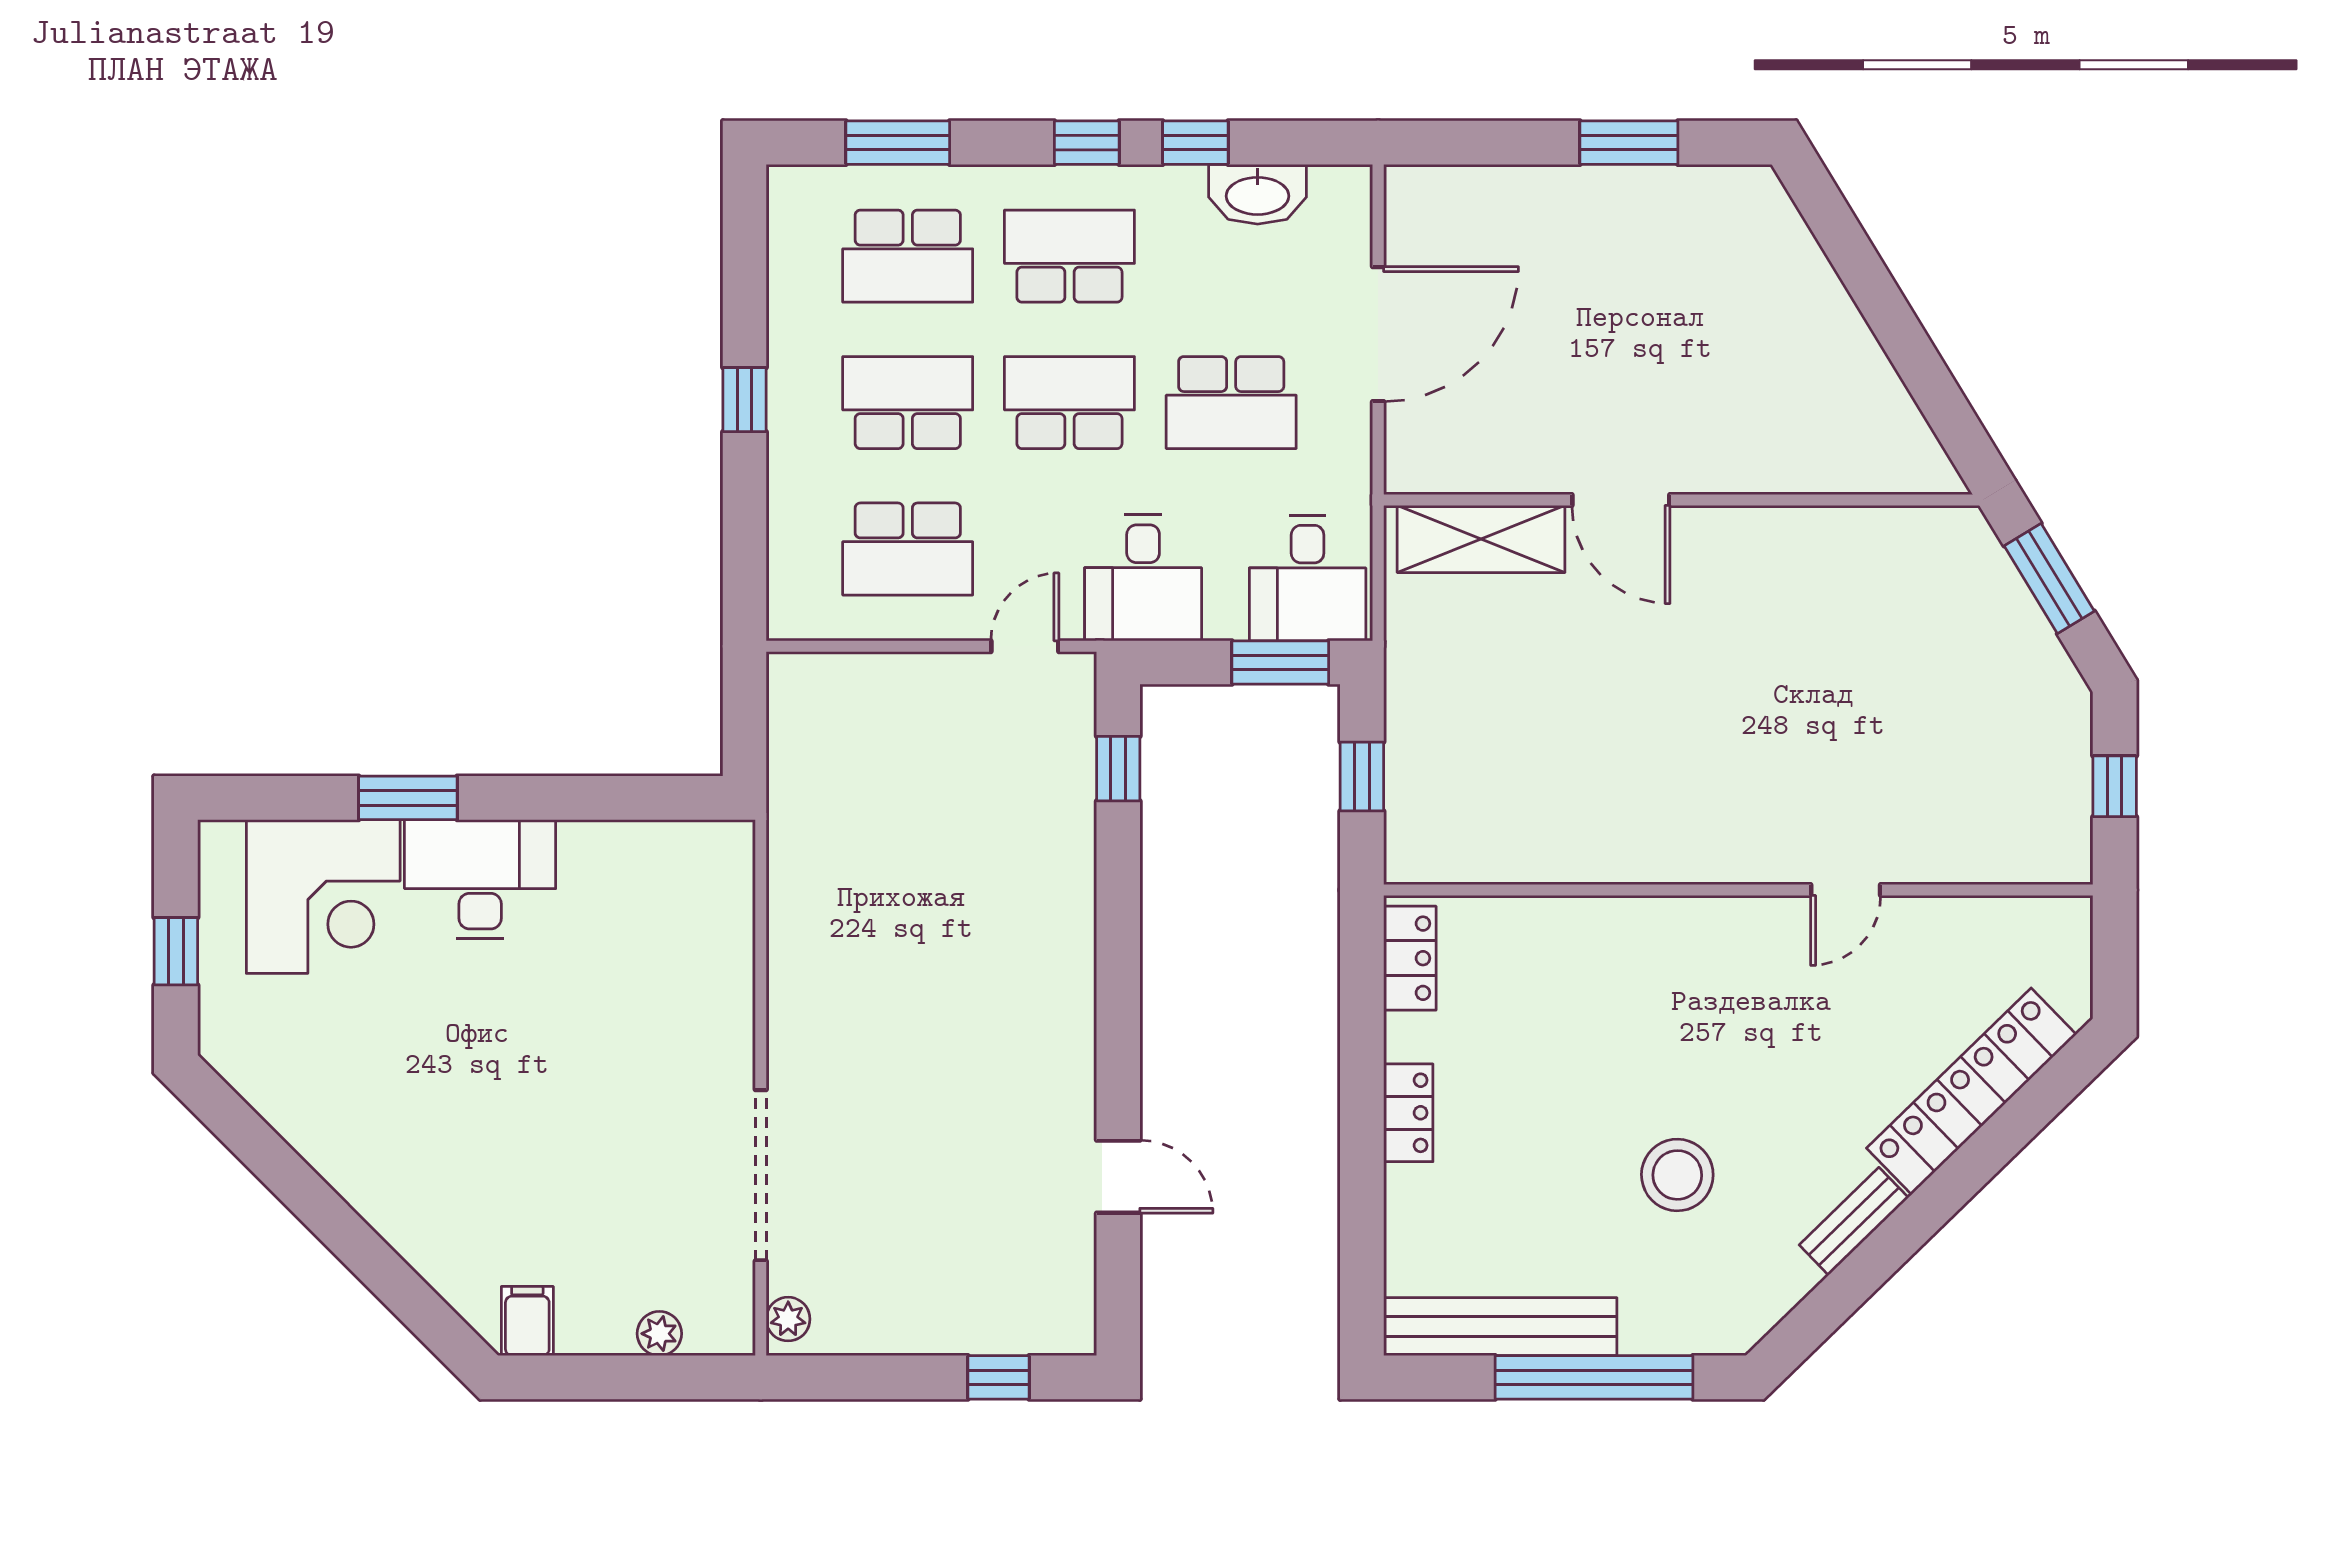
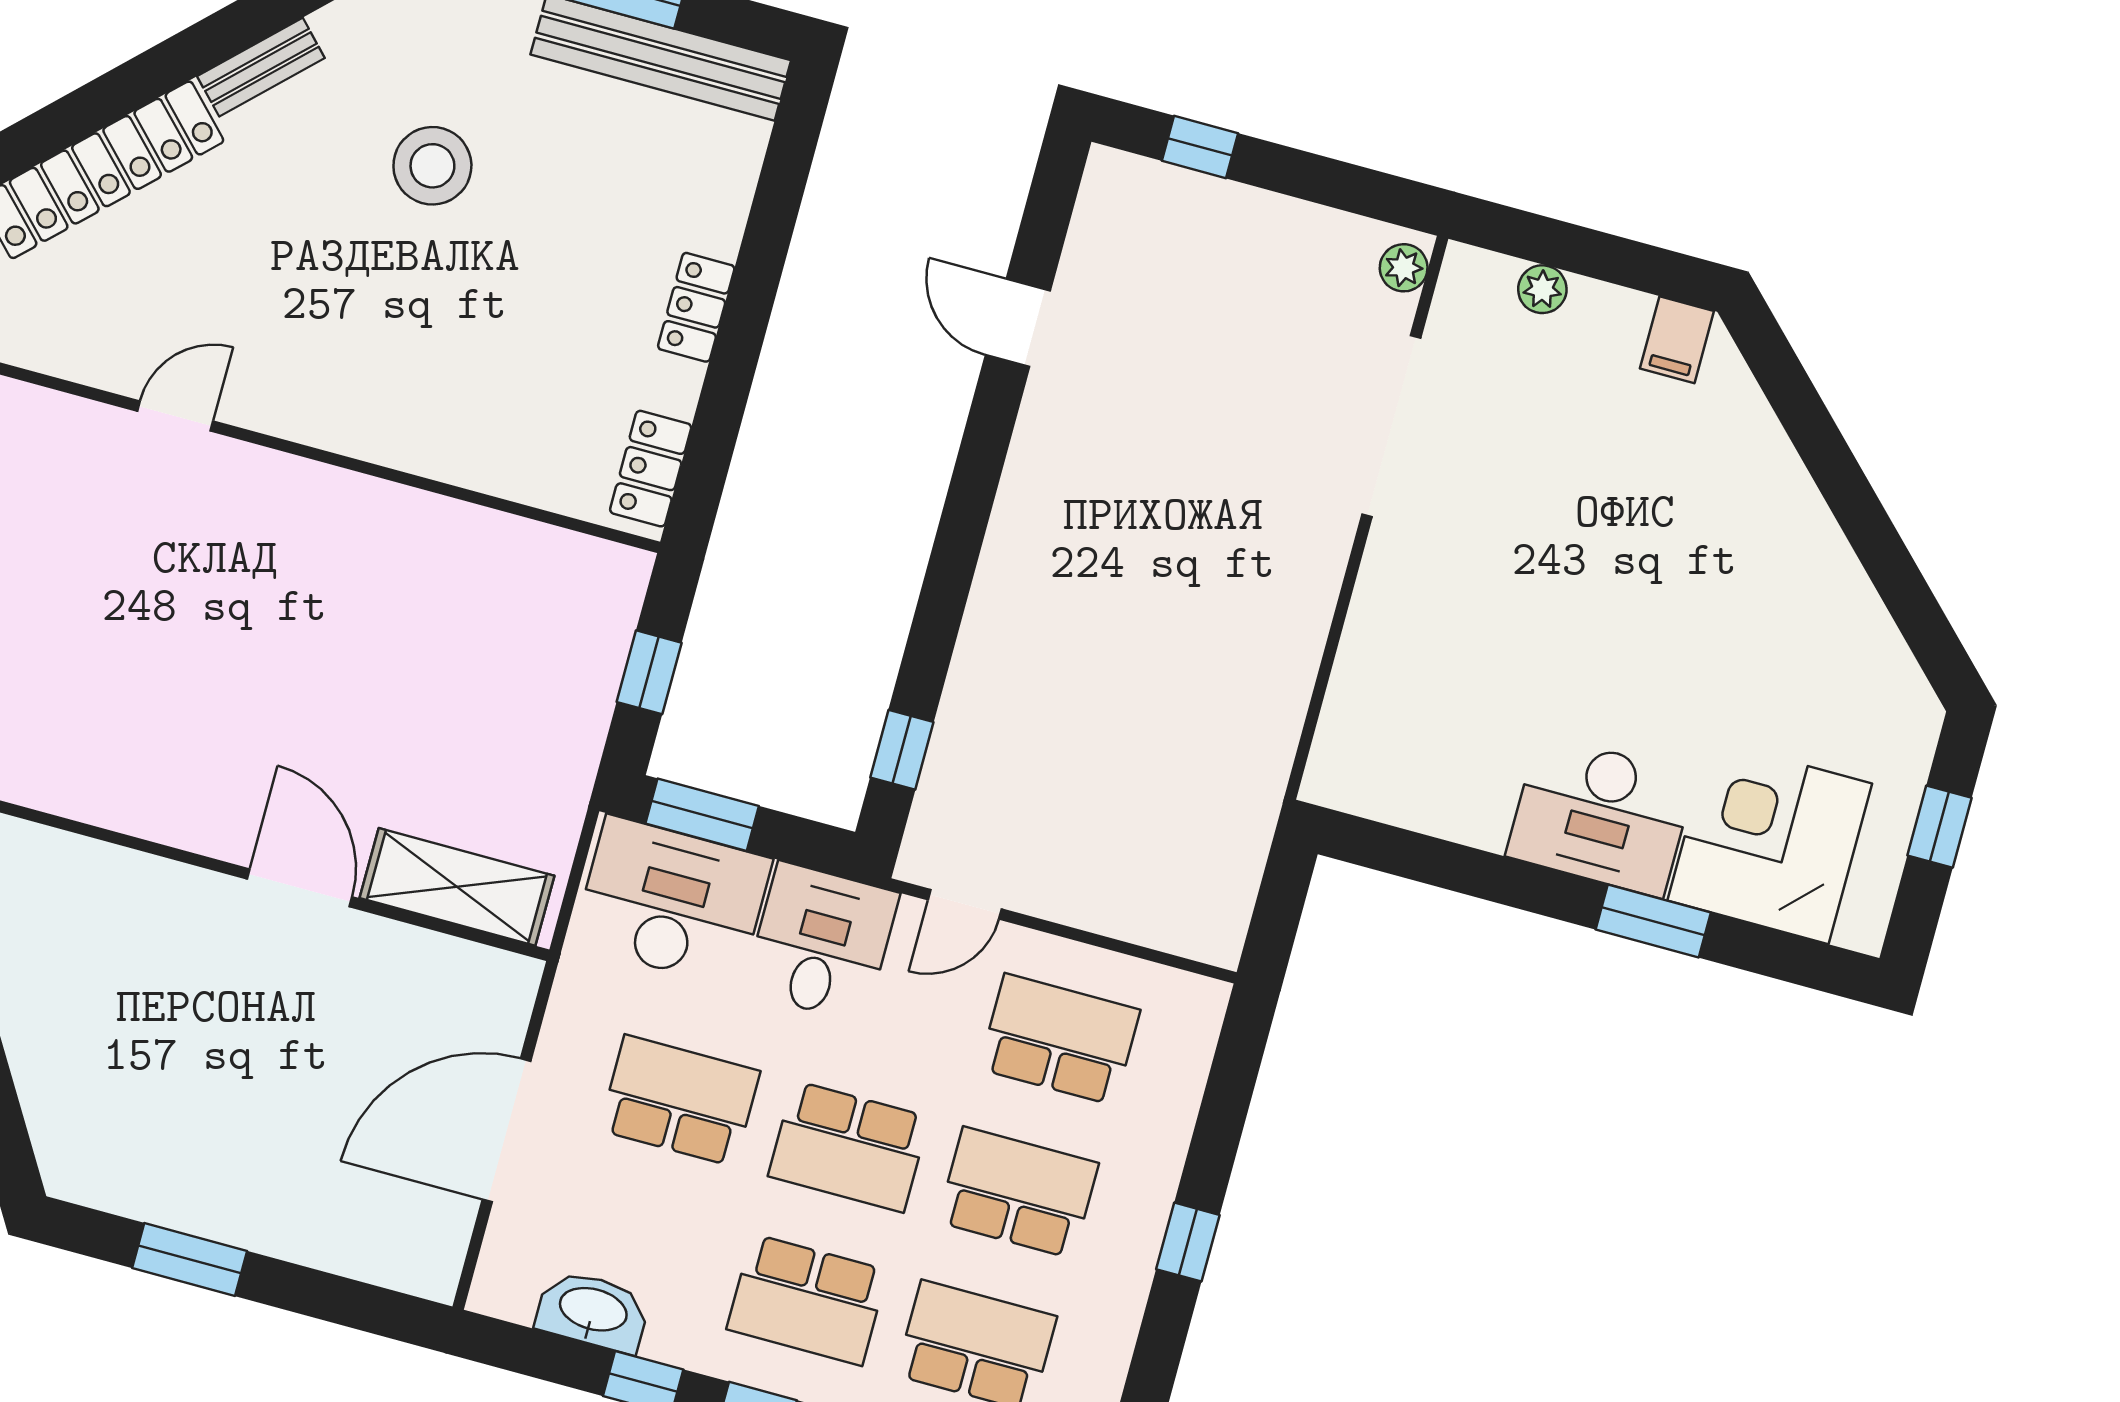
school desk: (908, 403) -> (1018, 1193), turned 180
desk: (1308, 578) -> (672, 901), width x1.37

